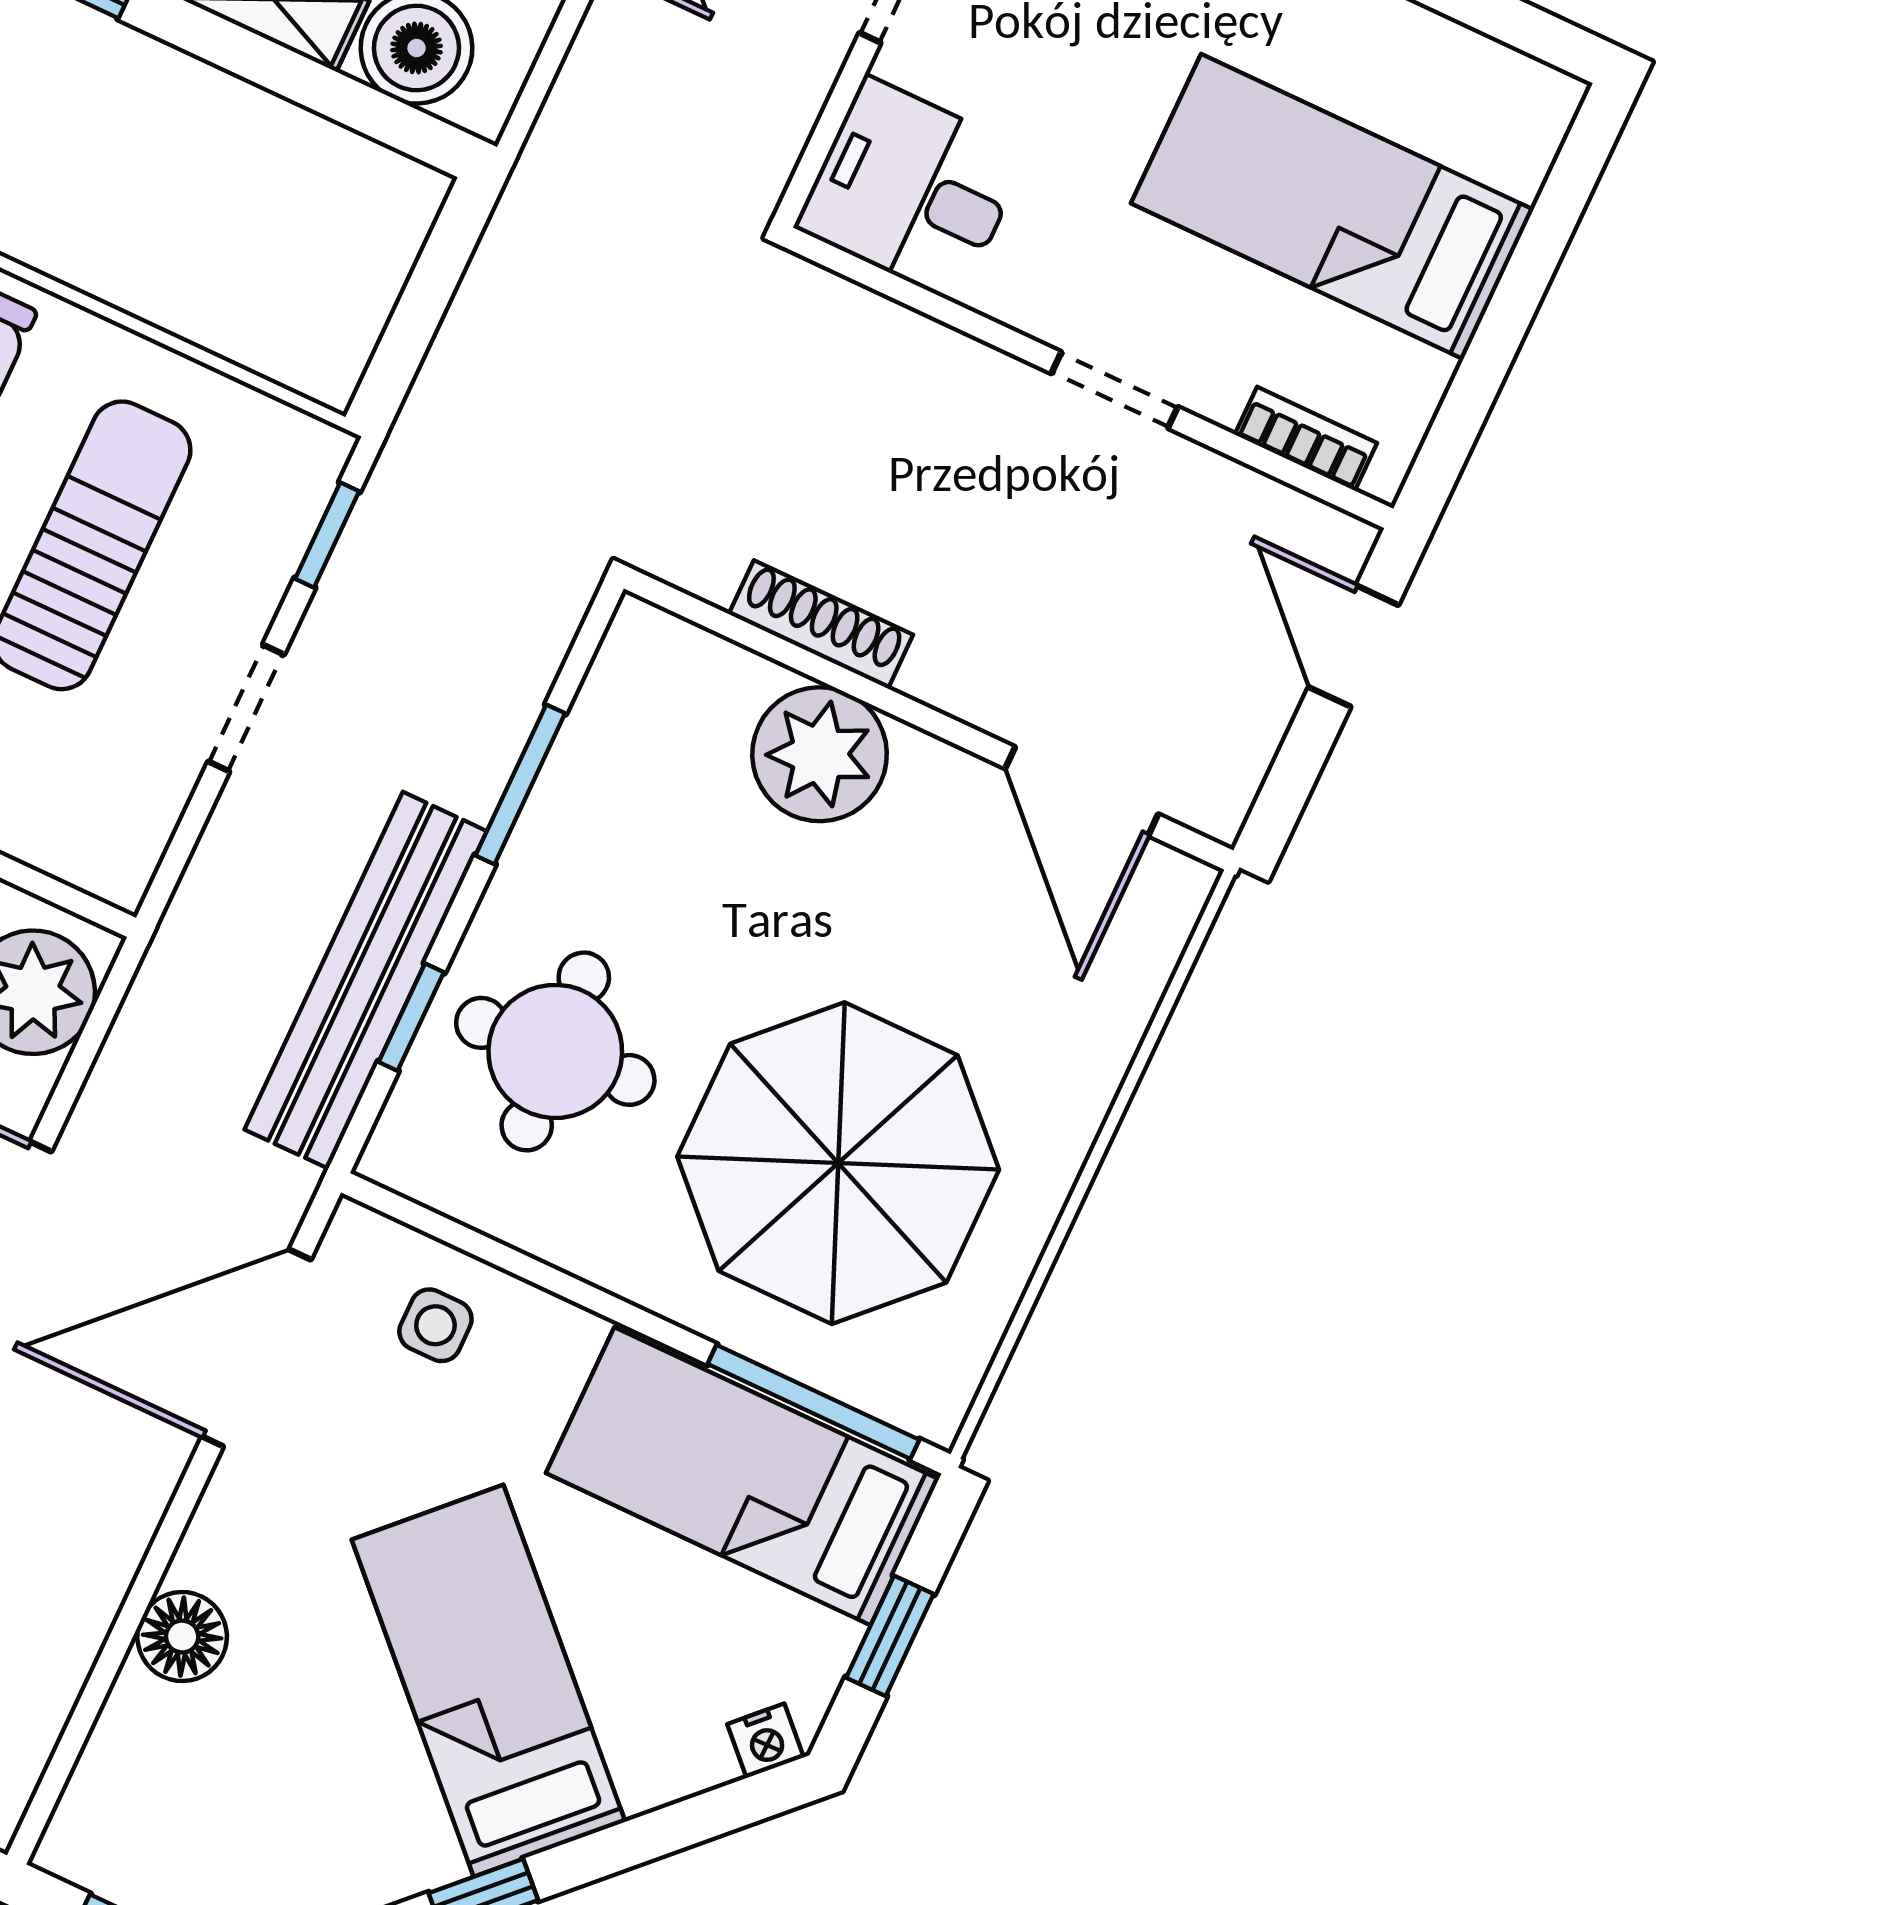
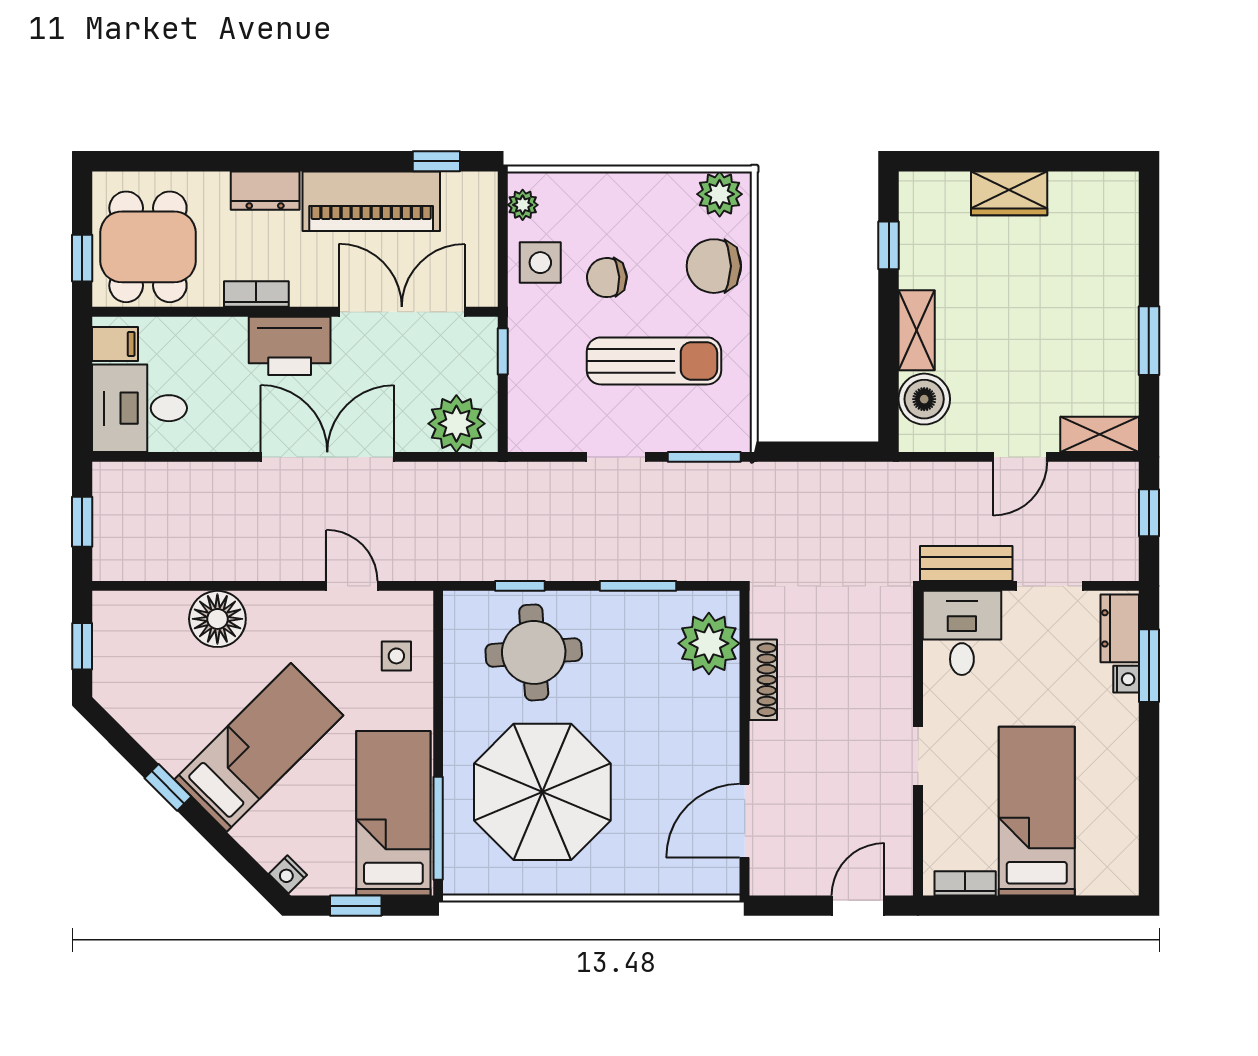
bookcase: (1306, 439) -> (965, 883), moved, turned -90
window: (327, 535) -> (704, 457), width x1.50
plant: (820, 754) -> (709, 643), moved
bench: (366, 980) -> (966, 563), moved, width x0.54, depth x0.82
door: (256, 1348) -> (352, 586), width x0.53
floor lamp: (182, 1637) -> (217, 619), width x1.38, depth x1.38

